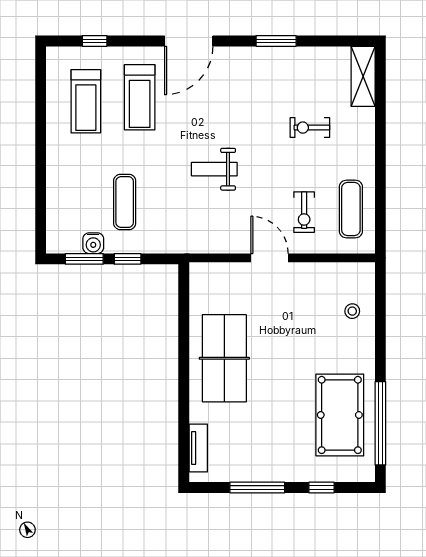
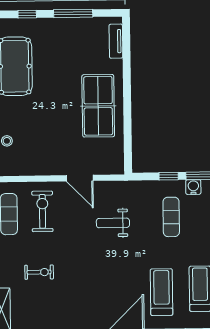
weight bench: (214, 169) -> (113, 223), moved, turned 180
exercise bike: (304, 212) -> (42, 211), width x1.38, depth x1.39
door: (270, 258) -> (80, 178), moved

